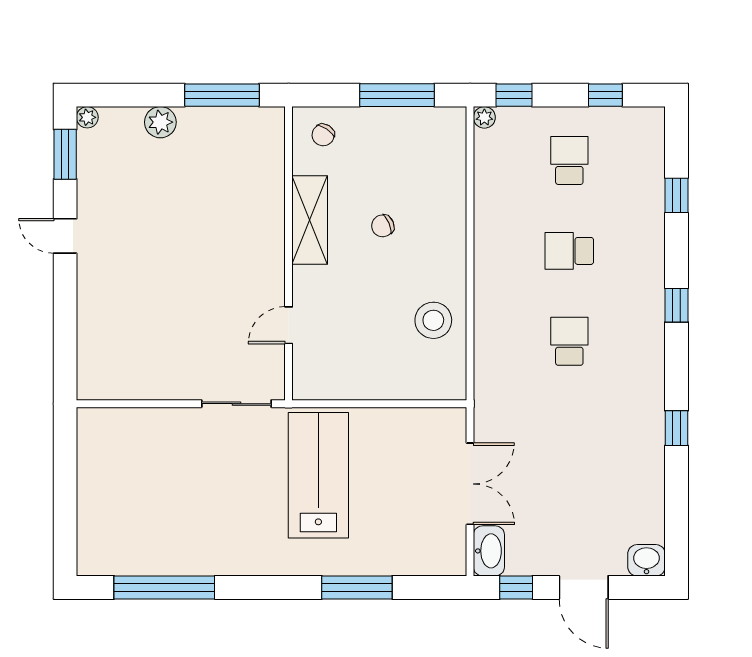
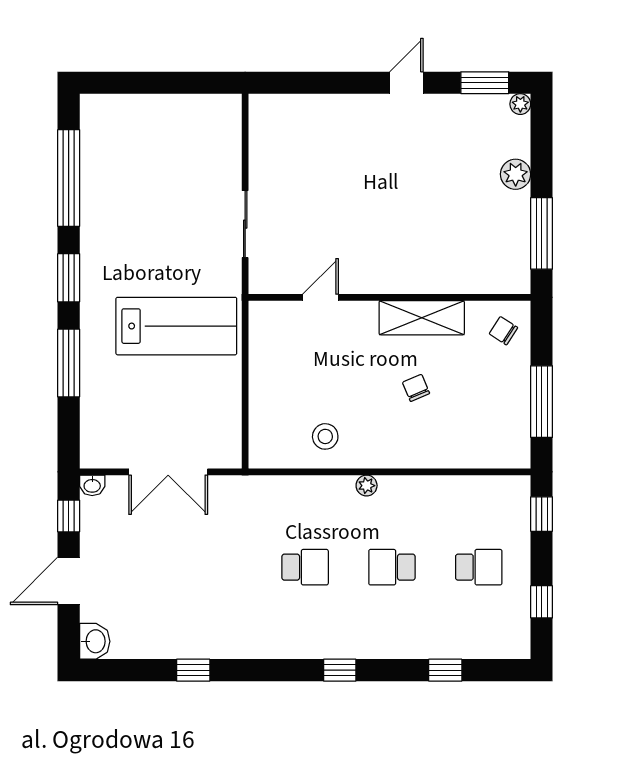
plant: (484, 117) -> (367, 486), moved
school desk: (569, 251) -> (392, 567), turned -90
stool: (433, 320) -> (325, 436), width x0.73, depth x0.73
door: (289, 325) -> (320, 297), hinge flipped
sliding door: (236, 404) -> (245, 224), moved
window: (677, 428) -> (193, 670), moved
washbasin: (489, 551) -> (92, 485), width x0.52, depth x0.69
window: (268, 587) -> (69, 278), added

